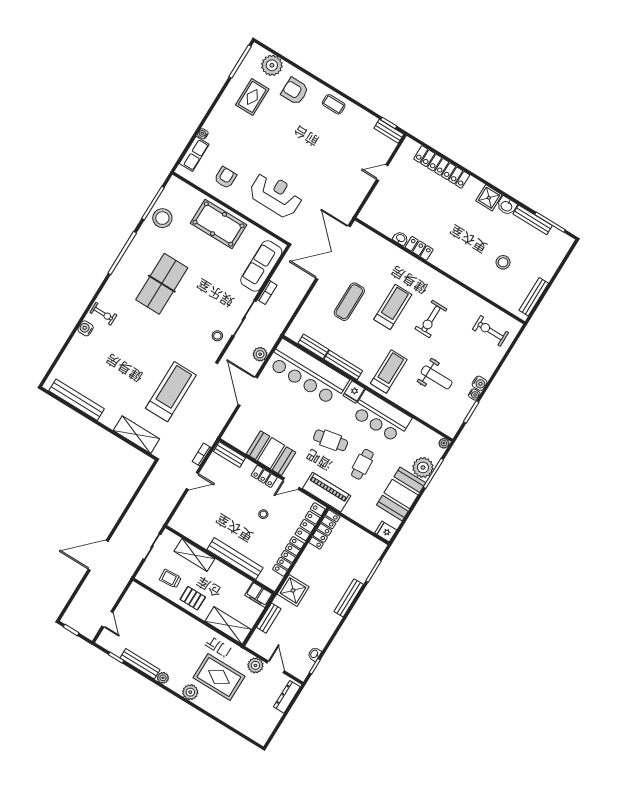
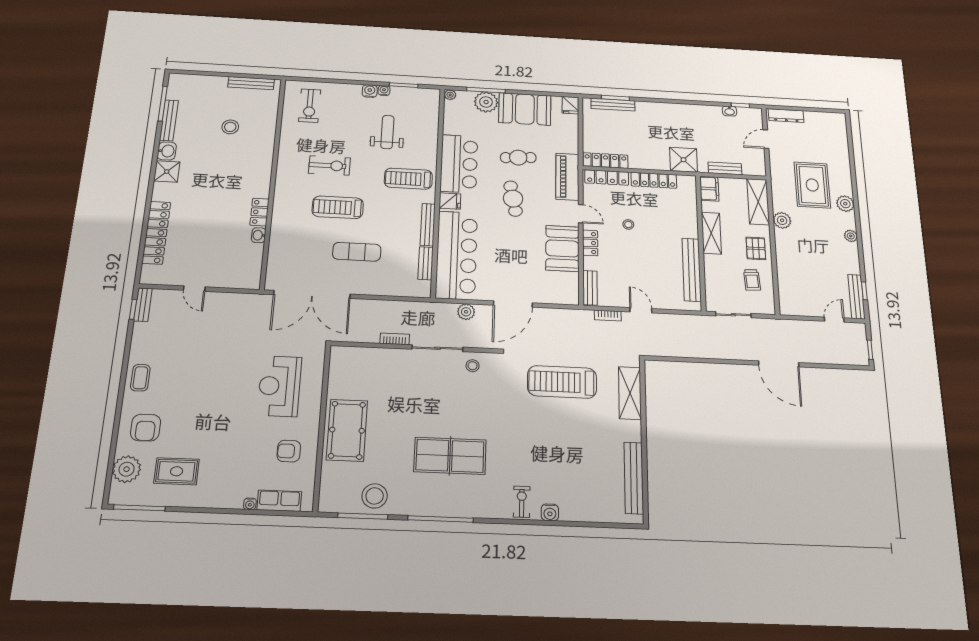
sofa: (261, 266) -> (369, 360), removed
shelving: (194, 555) -> (711, 233), moved
bench: (235, 559) -> (692, 270), moved
bench: (349, 598) -> (613, 105), moved
bench: (140, 664) -> (857, 297), moved
plant: (255, 665) -> (782, 220), moved

